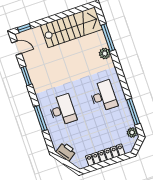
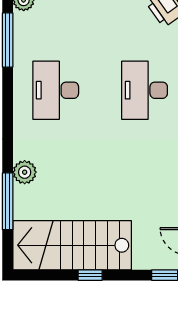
window: (58, 16) -> (90, 275), added

